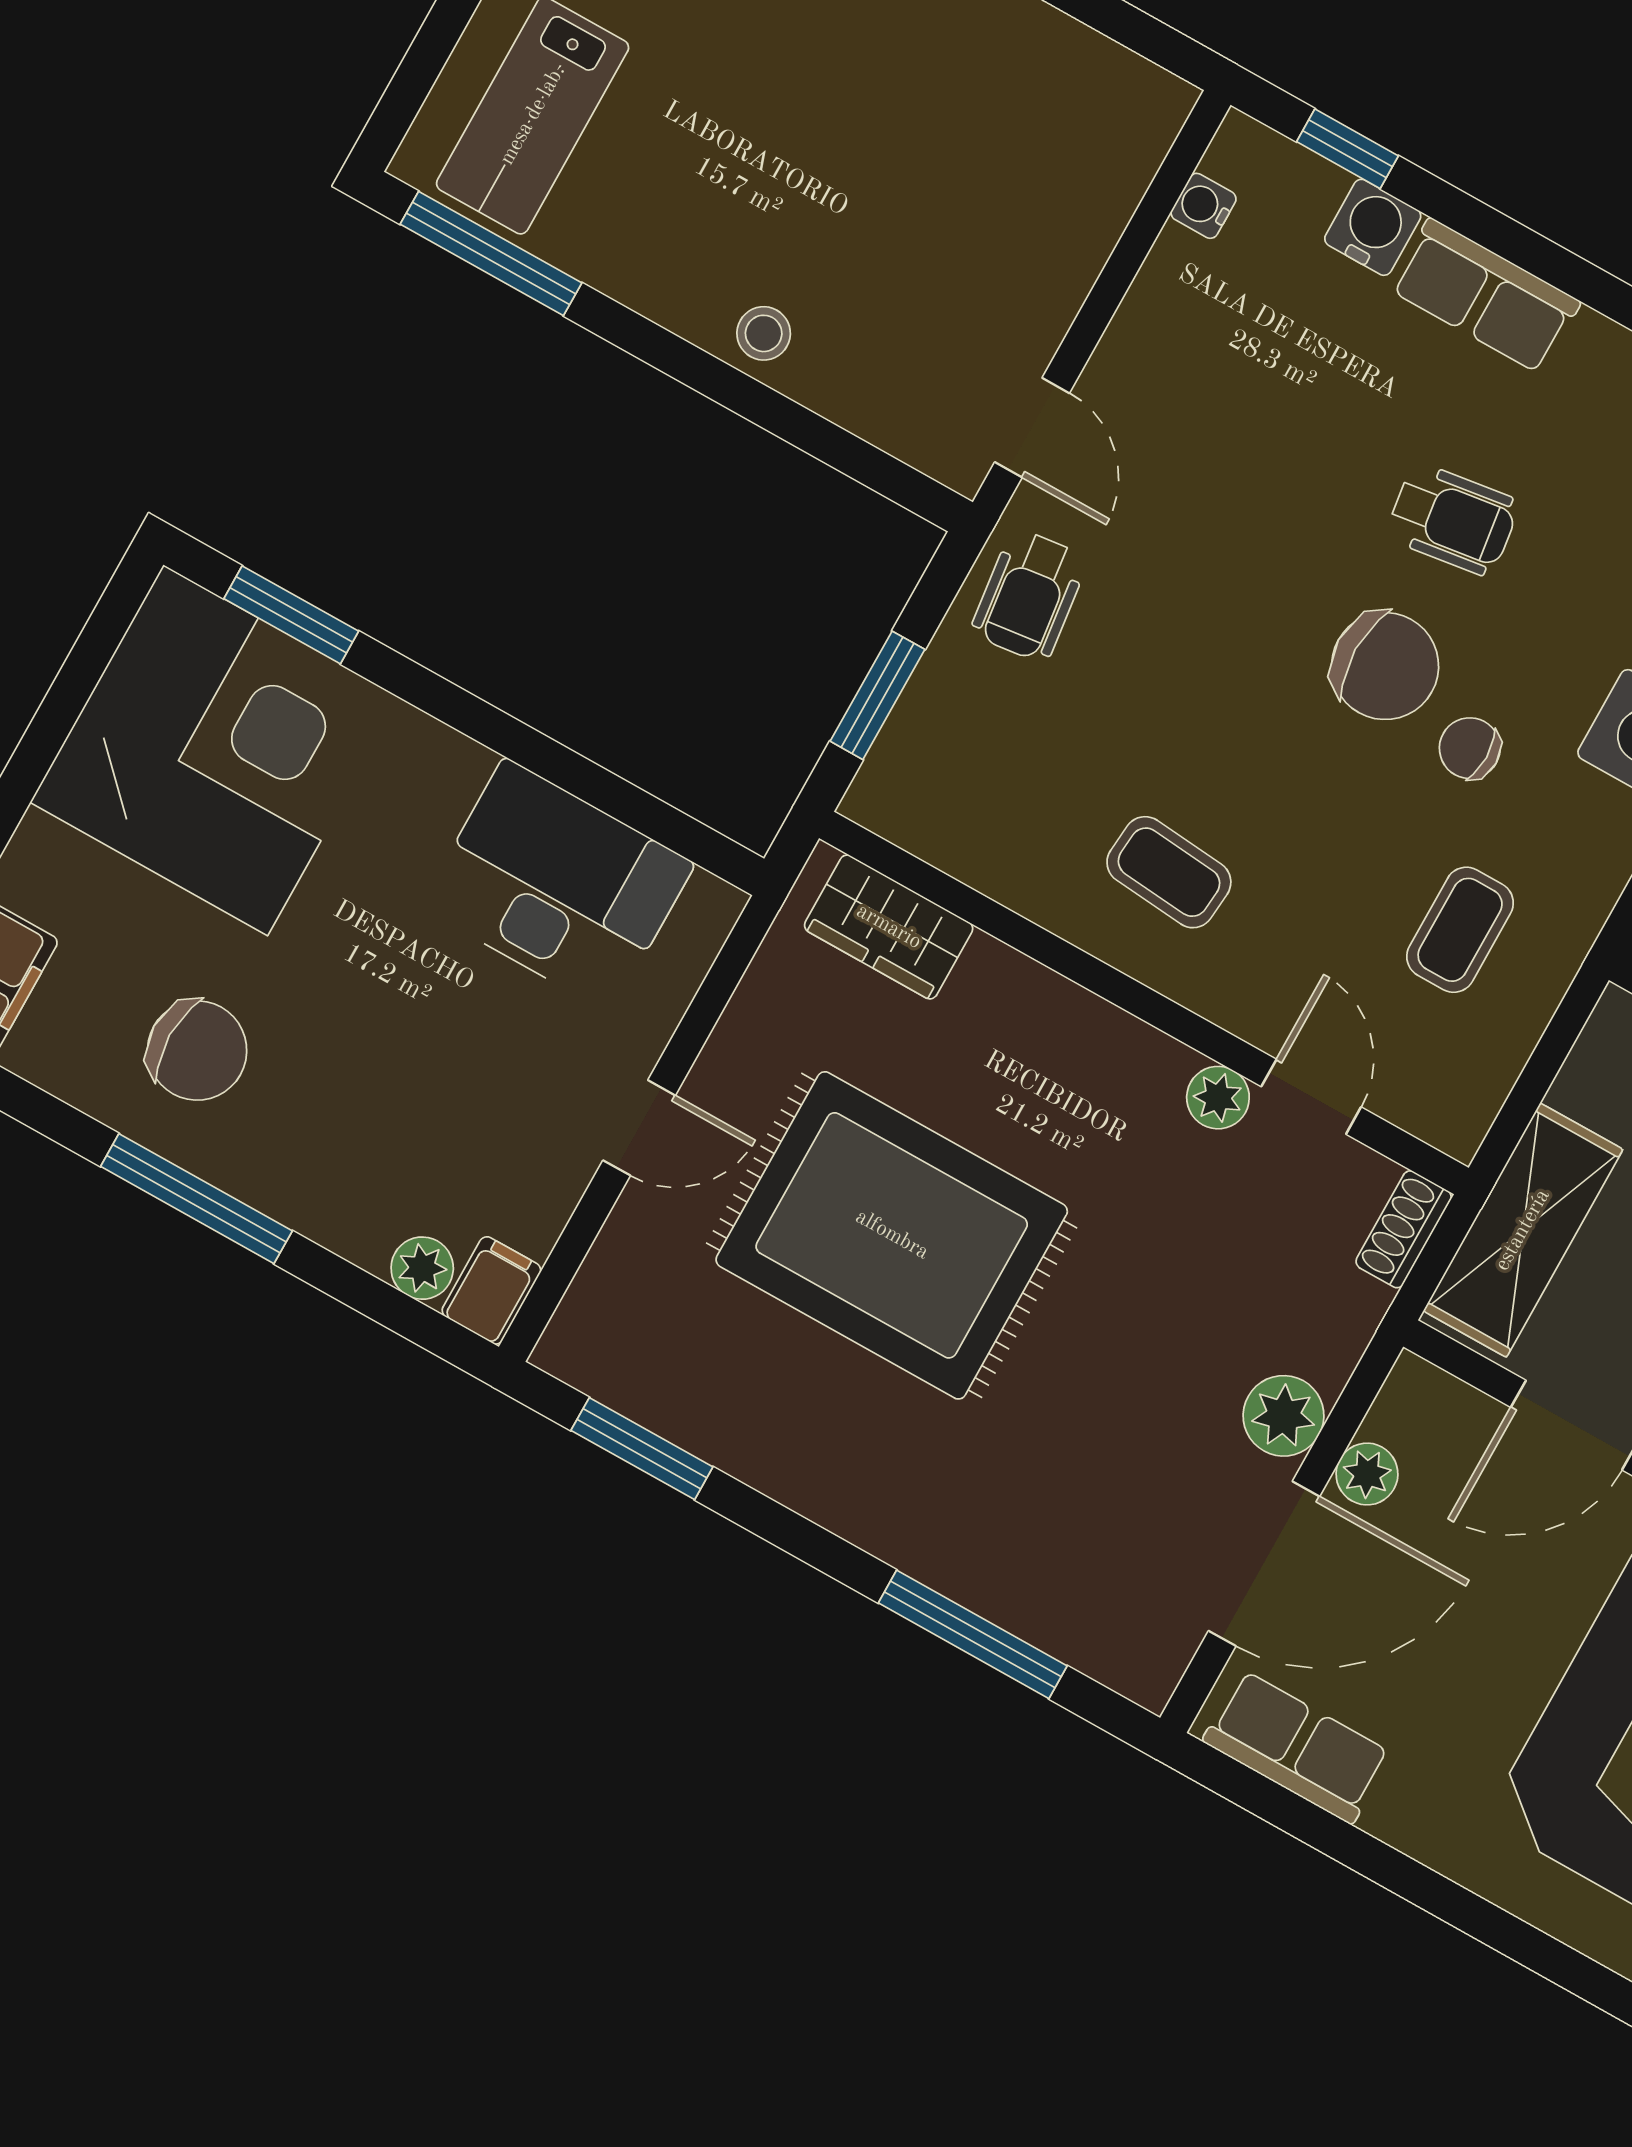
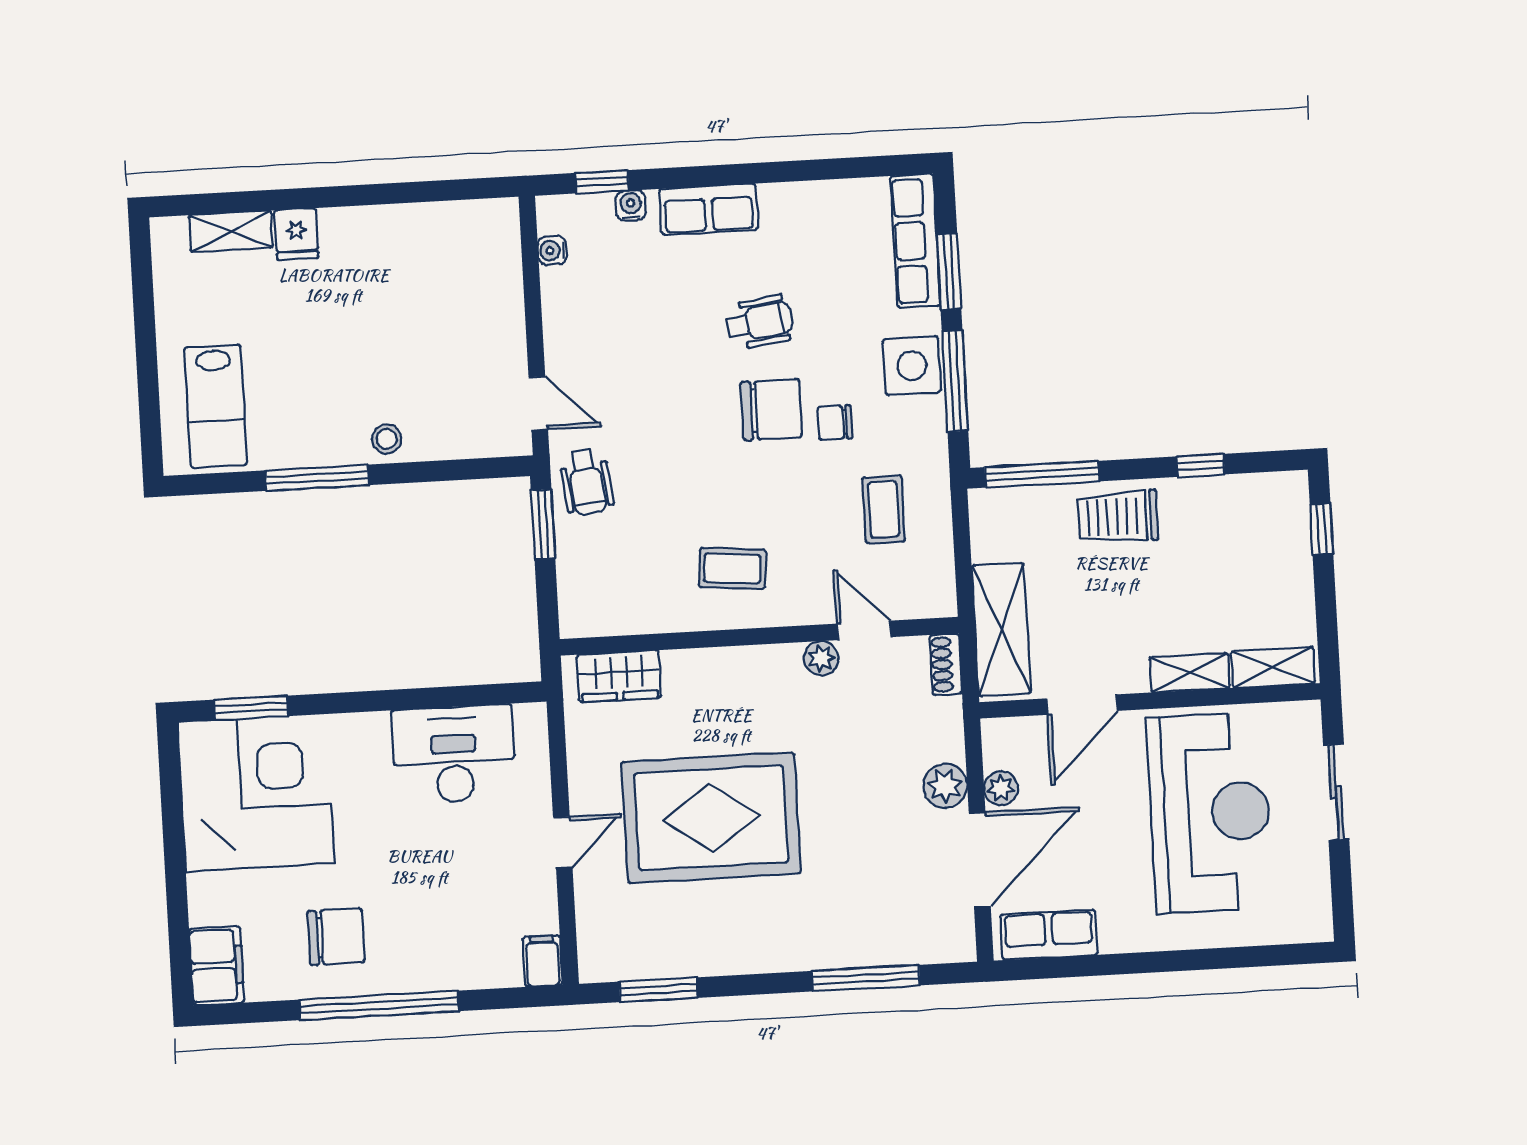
water cooler: (1373, 227) -> (631, 205), width x0.72, depth x0.72
window: (491, 253) -> (317, 478), moved
window: (878, 695) -> (543, 524), moved
window: (196, 1199) -> (379, 1005), width x1.46
plant: (422, 1268) -> (504, 971), removed

